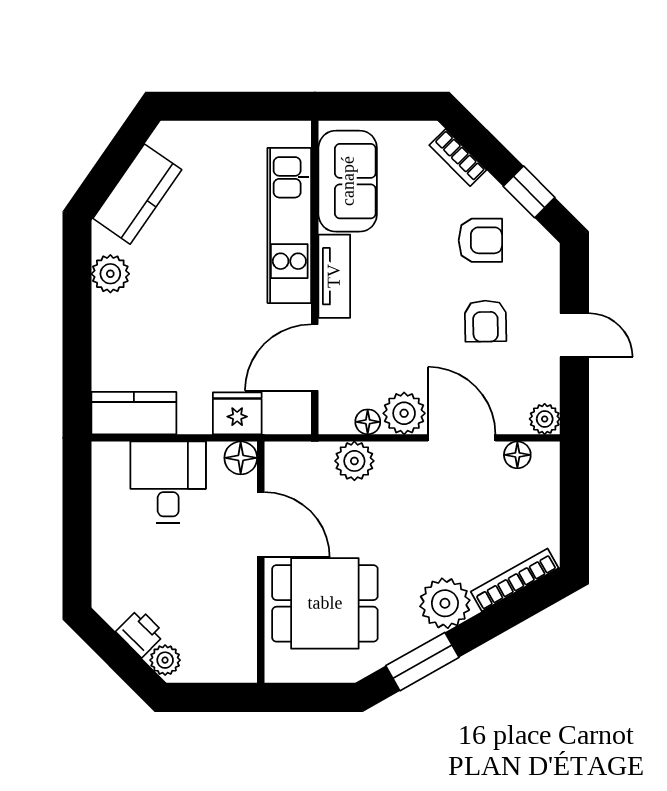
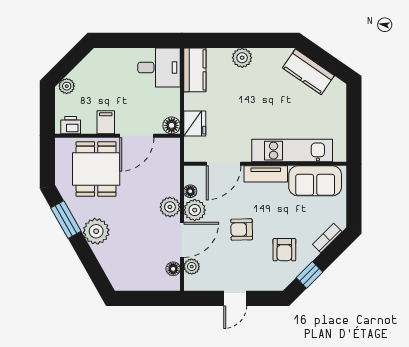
plant: (110, 274) -> (242, 58), moved
armchair: (485, 321) -> (242, 229), moved
door: (315, 357) -> (224, 164), swing flipped
plant: (545, 419) -> (192, 267), moved
plant: (354, 461) -> (170, 207), moved
desk: (168, 482) -> (159, 67), moved
bookcase: (515, 580) -> (108, 267), removed
filing cabinet: (235, 585) -> (106, 122), added
printer: (140, 633) -> (71, 125), moved, turned -135

